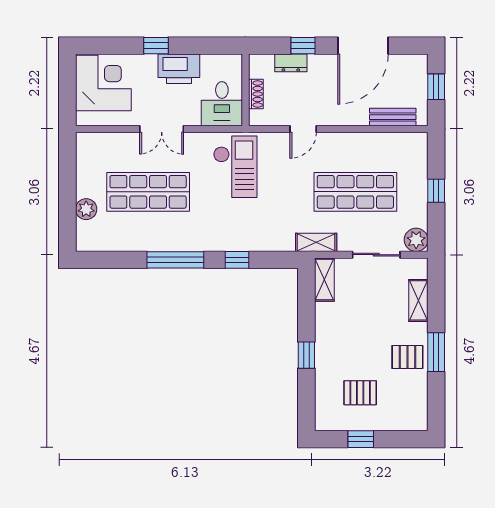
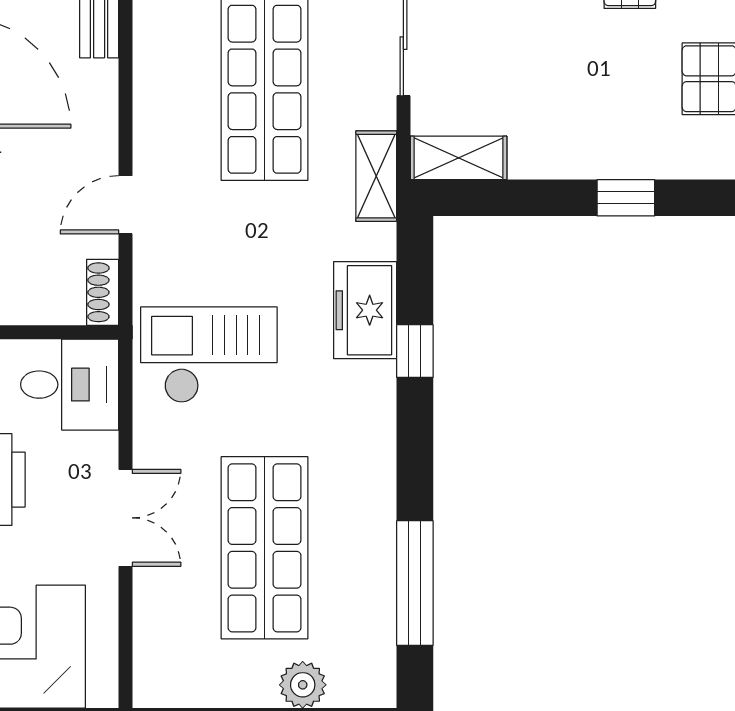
shoe rack: (256, 94) -> (103, 292), moved, turned -90
door: (303, 129) -> (125, 205), swing flipped
freezer: (255, 237) -> (365, 310), added
window: (175, 260) -> (415, 583), moved

